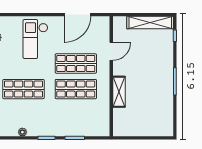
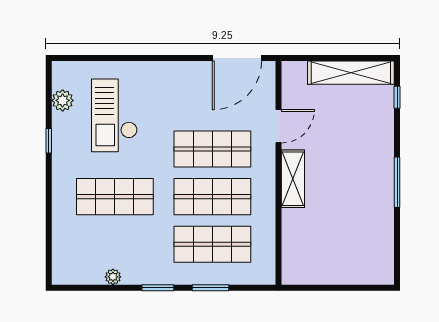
door: (78, 15) -> (237, 58), moved
checkout: (35, 39) -> (114, 115), moved
shelving: (119, 92) -> (293, 179), moved
shop shelf: (76, 115) -> (212, 244), added

